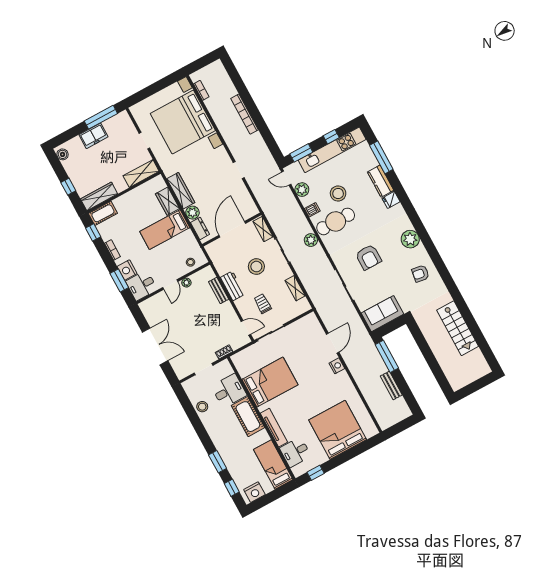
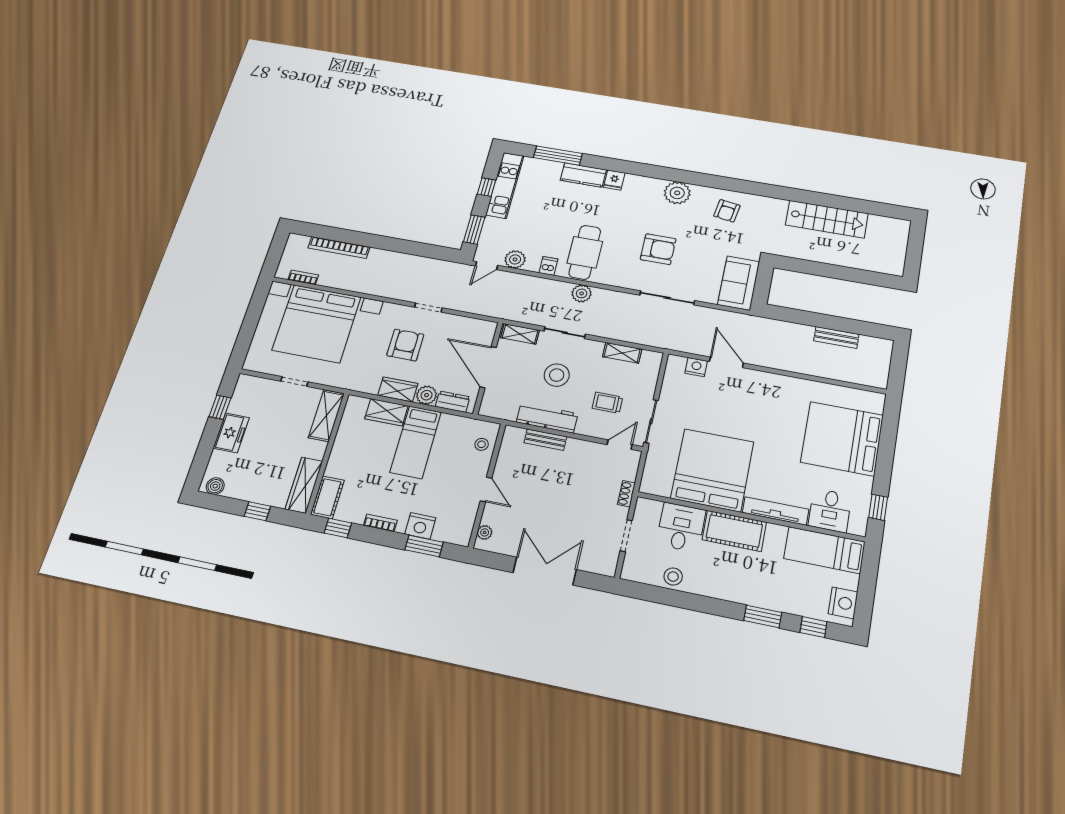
bookcase: (245, 114) -> (339, 247), moved
window: (101, 117) -> (220, 407), width x0.46
kitchen unit: (332, 150) -> (505, 185), width x0.73
armchair: (209, 177) -> (405, 345), added
wardrobe: (181, 191) -> (398, 389), width x0.67
stool: (338, 194) -> (556, 227), removed
plant: (186, 283) -> (485, 532), moved
desk: (142, 285) -> (455, 524), removed
workbench: (233, 286) -> (547, 418), width x1.38
window: (387, 356) -> (795, 316), removed
nightstand: (337, 366) -> (696, 367), moved
bed: (270, 382) -> (712, 470), width x1.36

